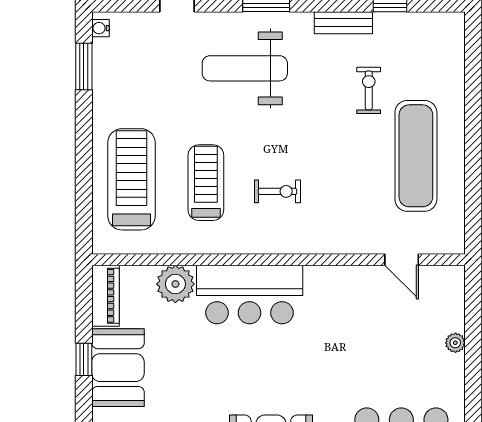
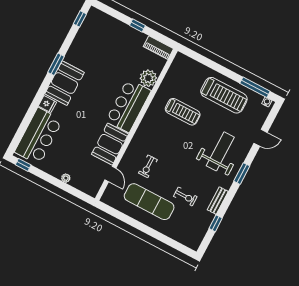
window: (84, 66) -> (255, 87), width x1.44
treadmill: (131, 179) -> (224, 95), moved
exercise bike: (277, 191) -> (148, 166), moved
door: (402, 260) -> (110, 174), swing flipped
booth: (118, 368) -> (110, 144), moved, turned 90

